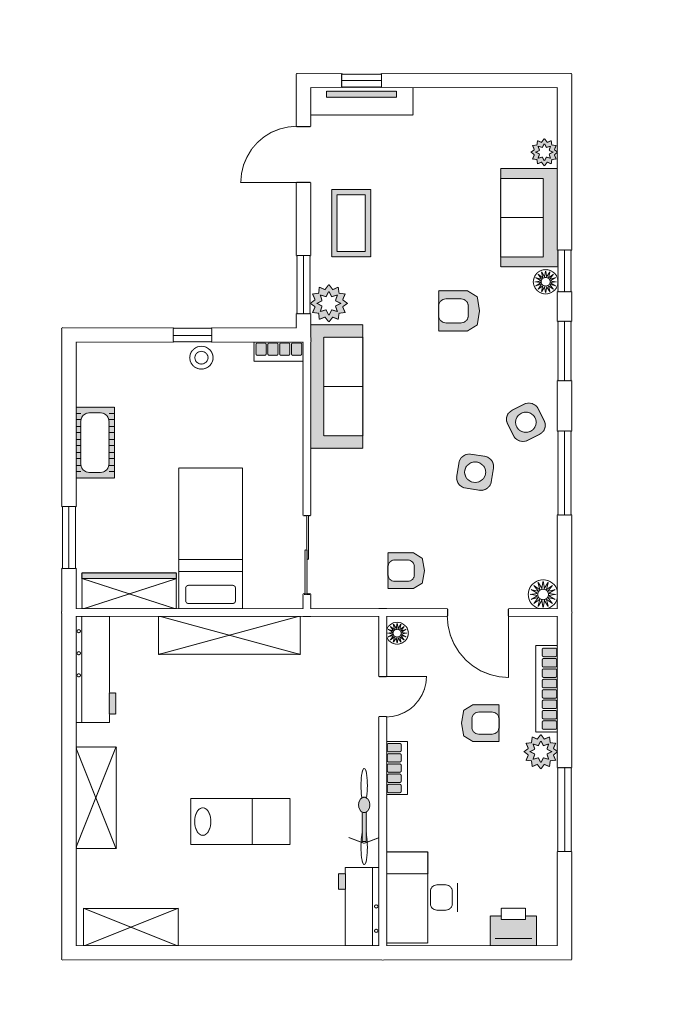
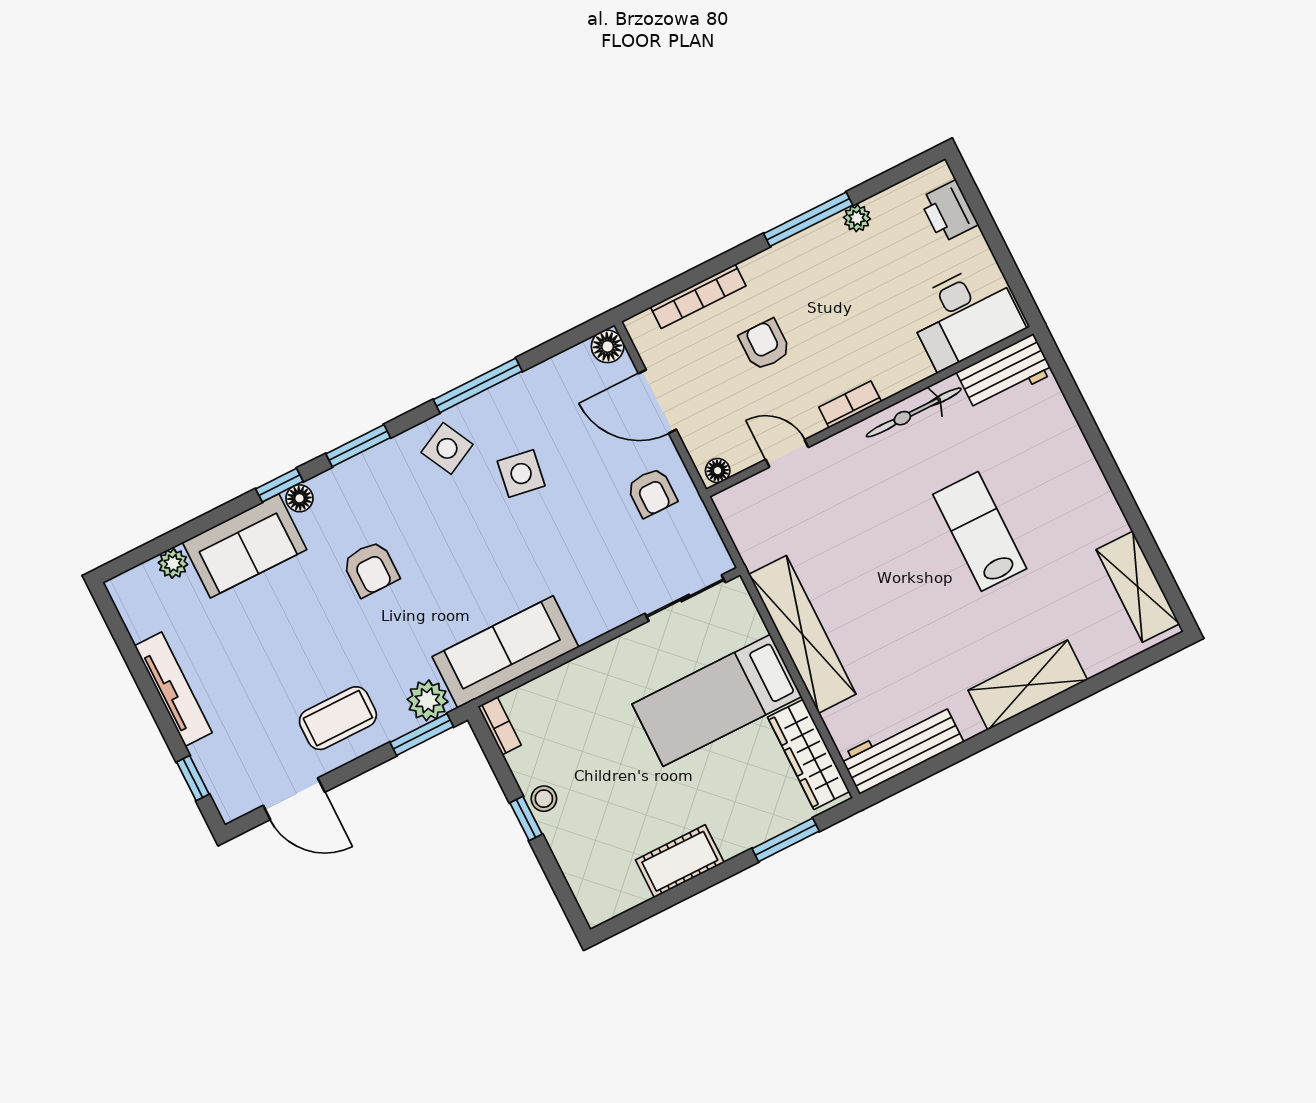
tv unit: (361, 101) -> (173, 689), moved
door: (478, 613) -> (657, 401), swing flipped
plant: (541, 752) -> (857, 218), moved, width x0.73, depth x0.73

